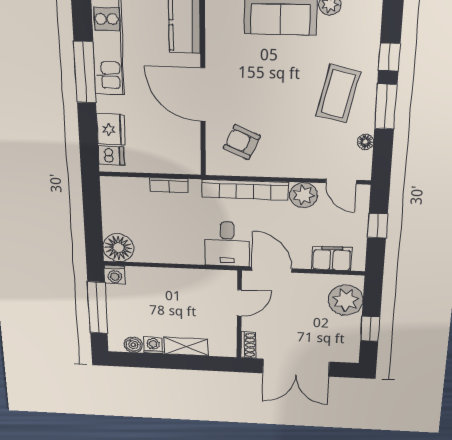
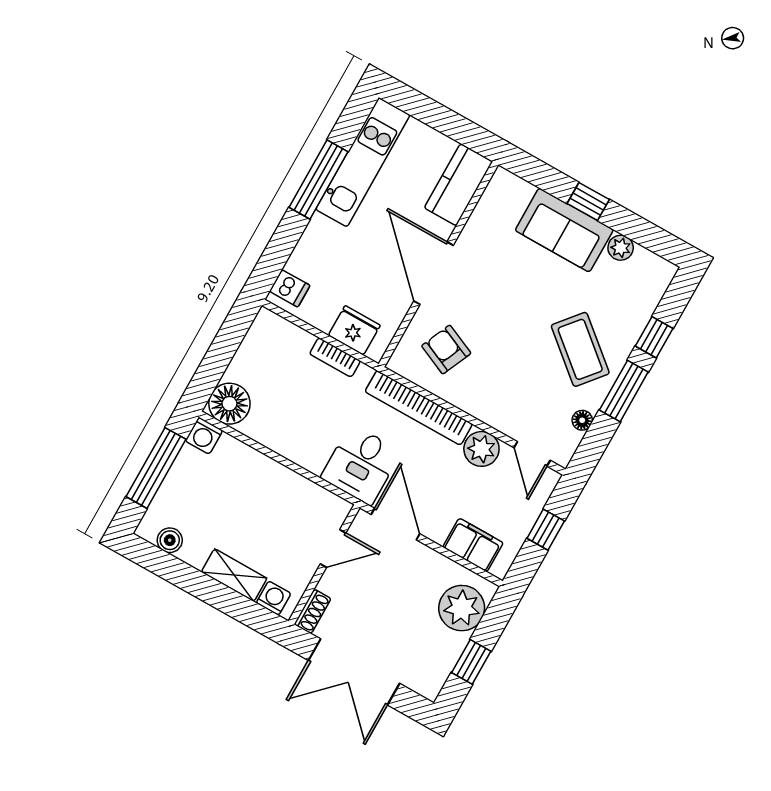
coffee table: (338, 94) -> (580, 349), turned -63
fridge: (111, 129) -> (354, 330), moved, turned -90
washing machine: (153, 345) -> (274, 598), moved

